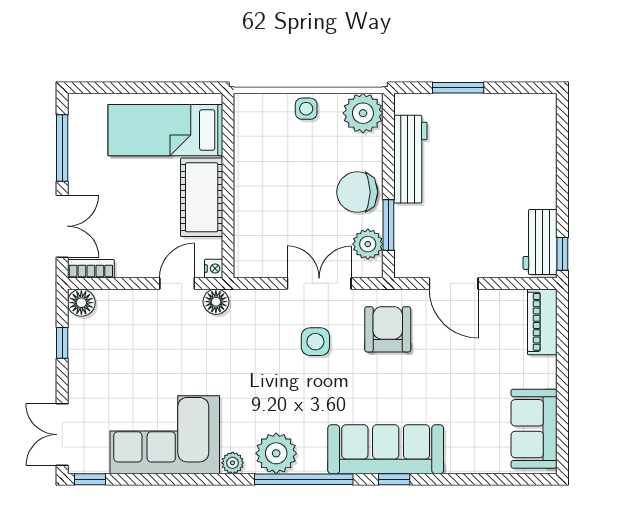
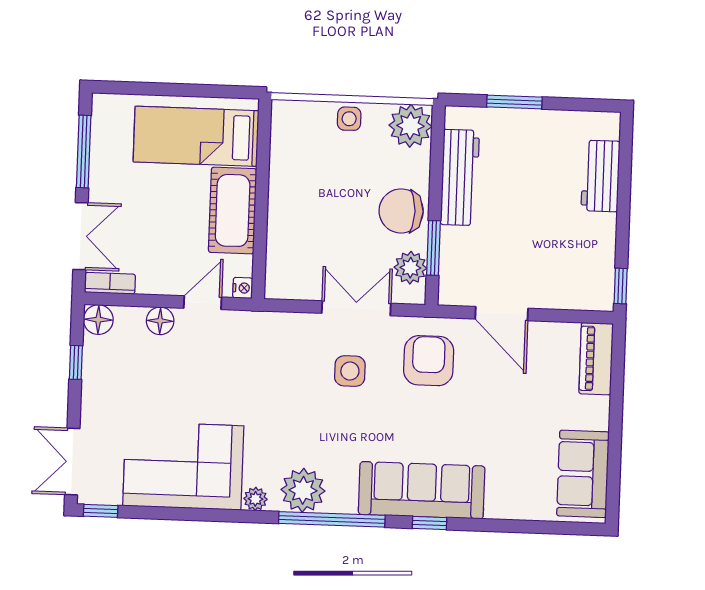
workbench: (540, 242) -> (600, 176), moved
floor lamp: (216, 302) -> (160, 321), moved

